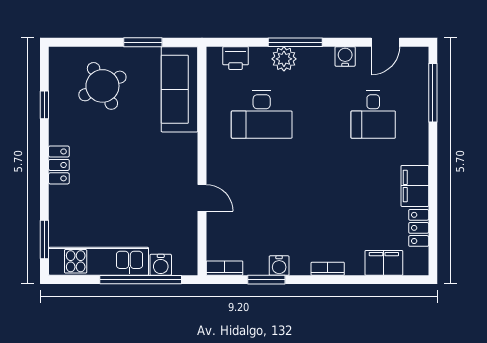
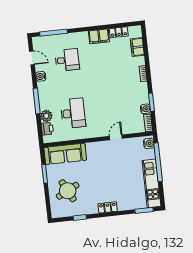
plant: (284, 59) -> (46, 116), moved
water cooler: (161, 265) -> (149, 143), moved
water cooler: (279, 266) -> (145, 109), moved

